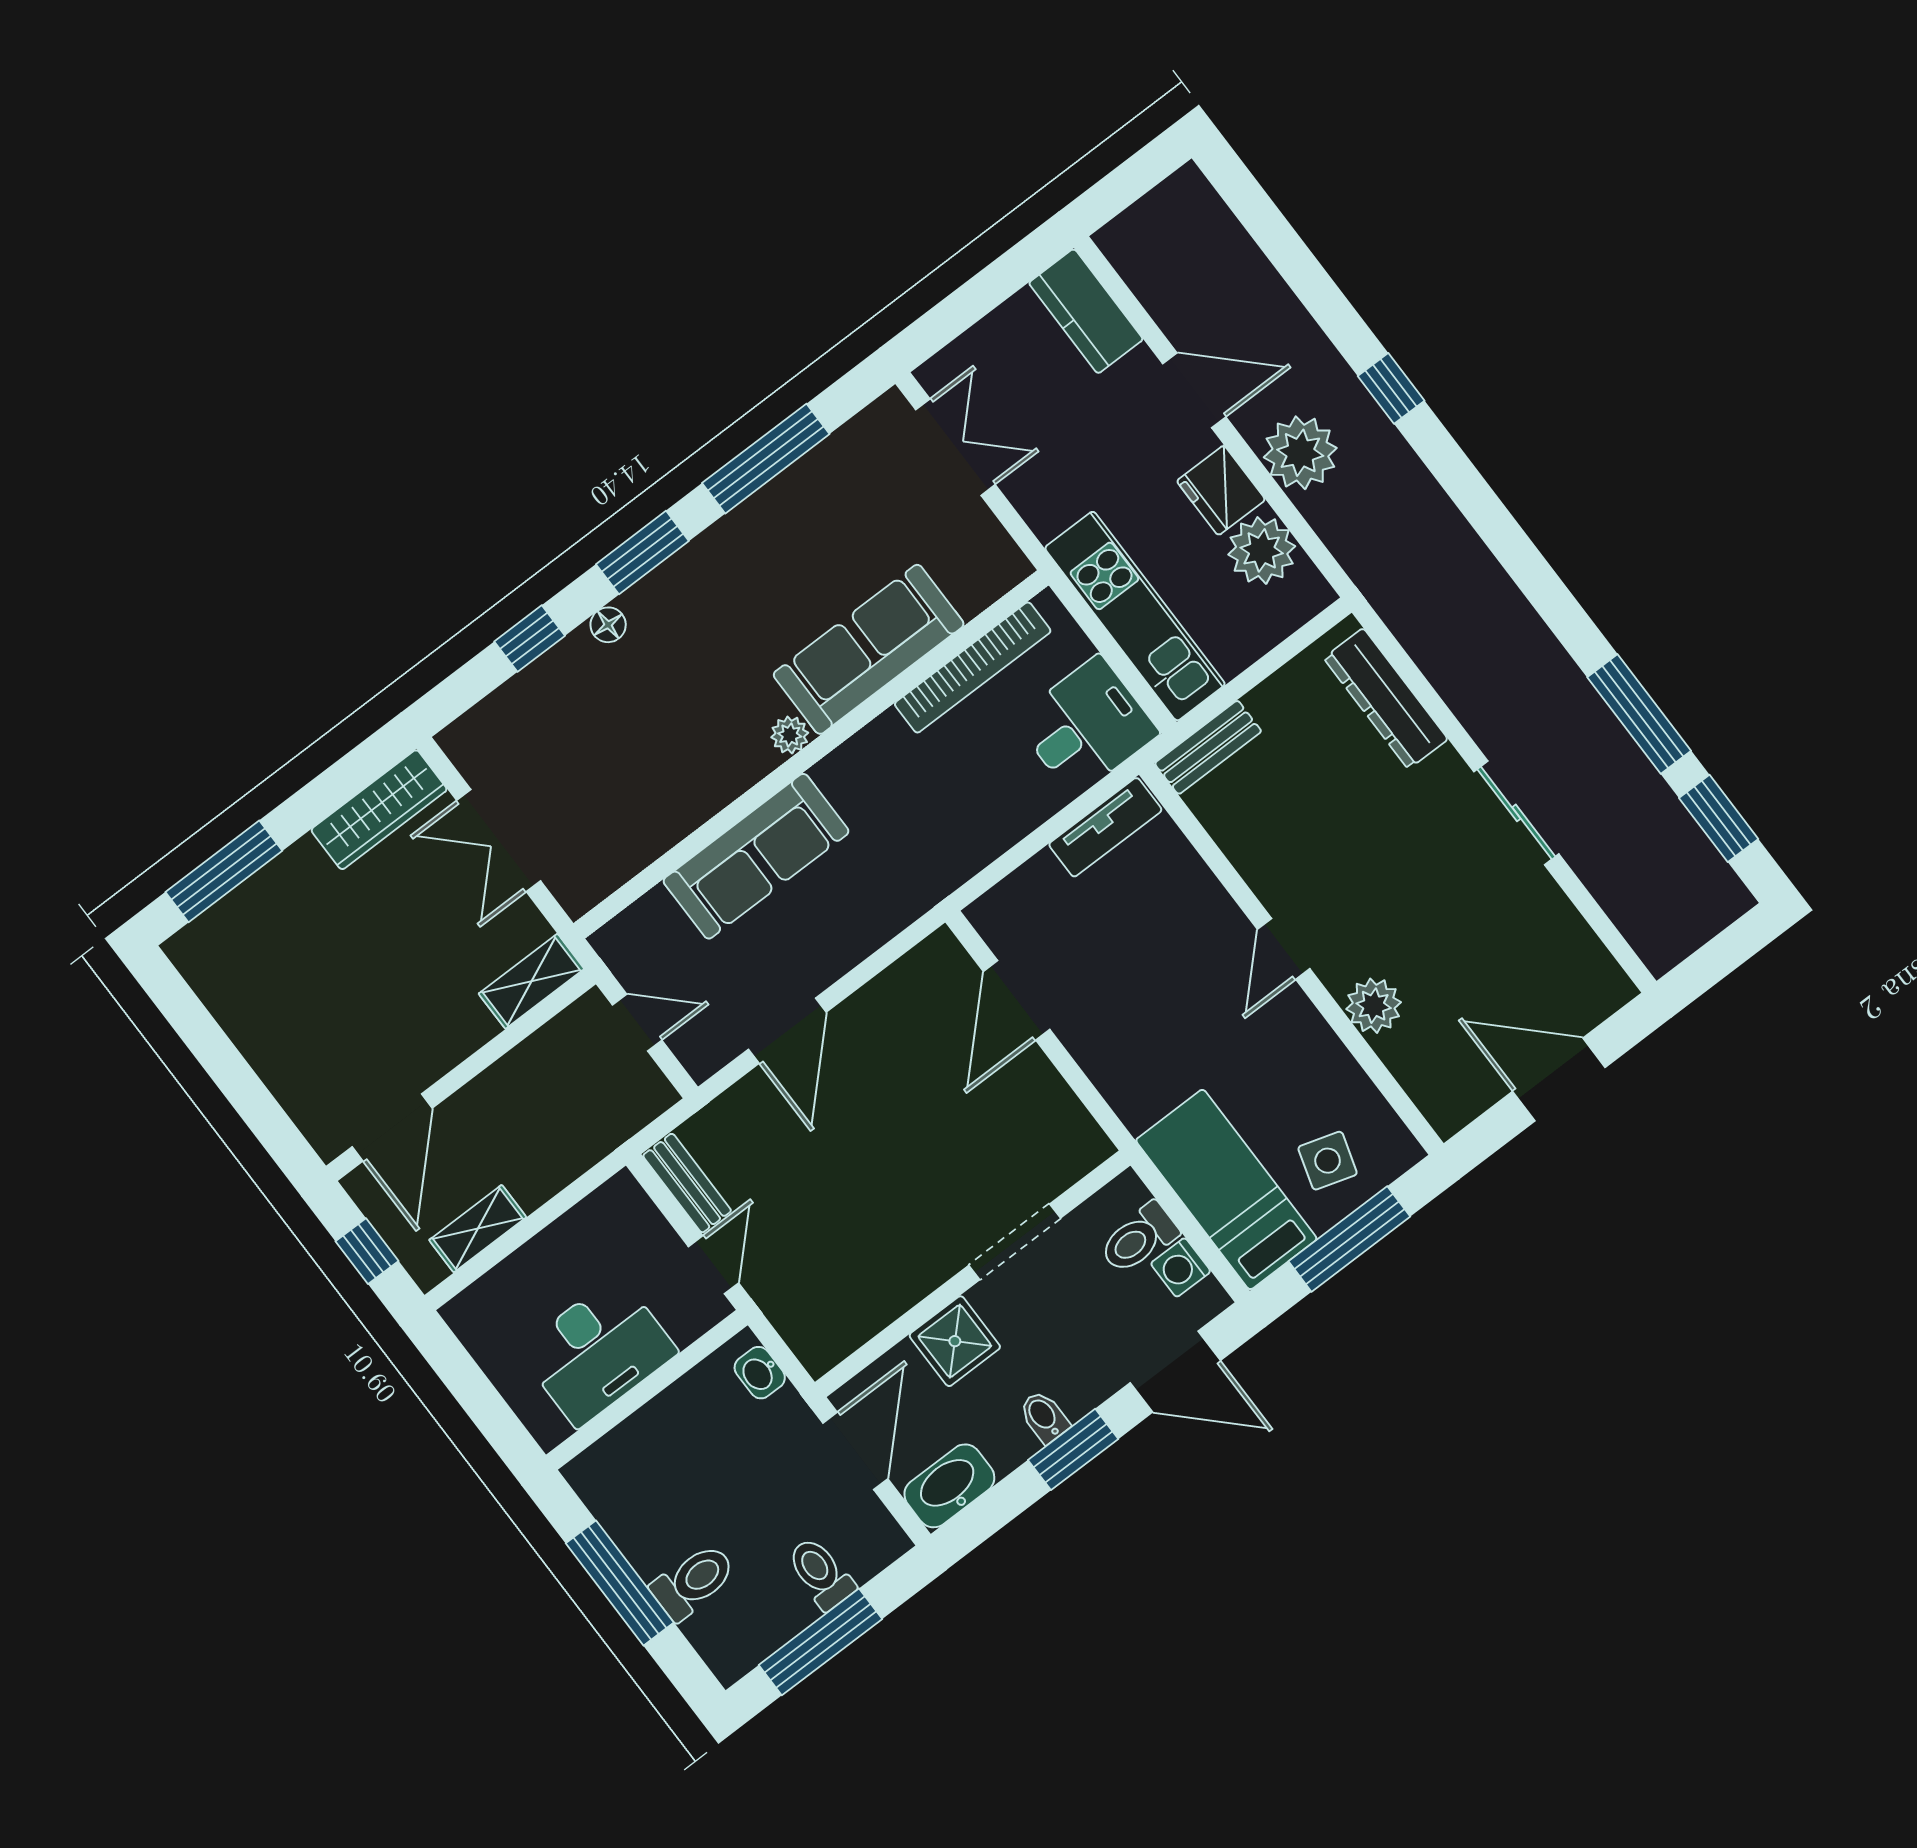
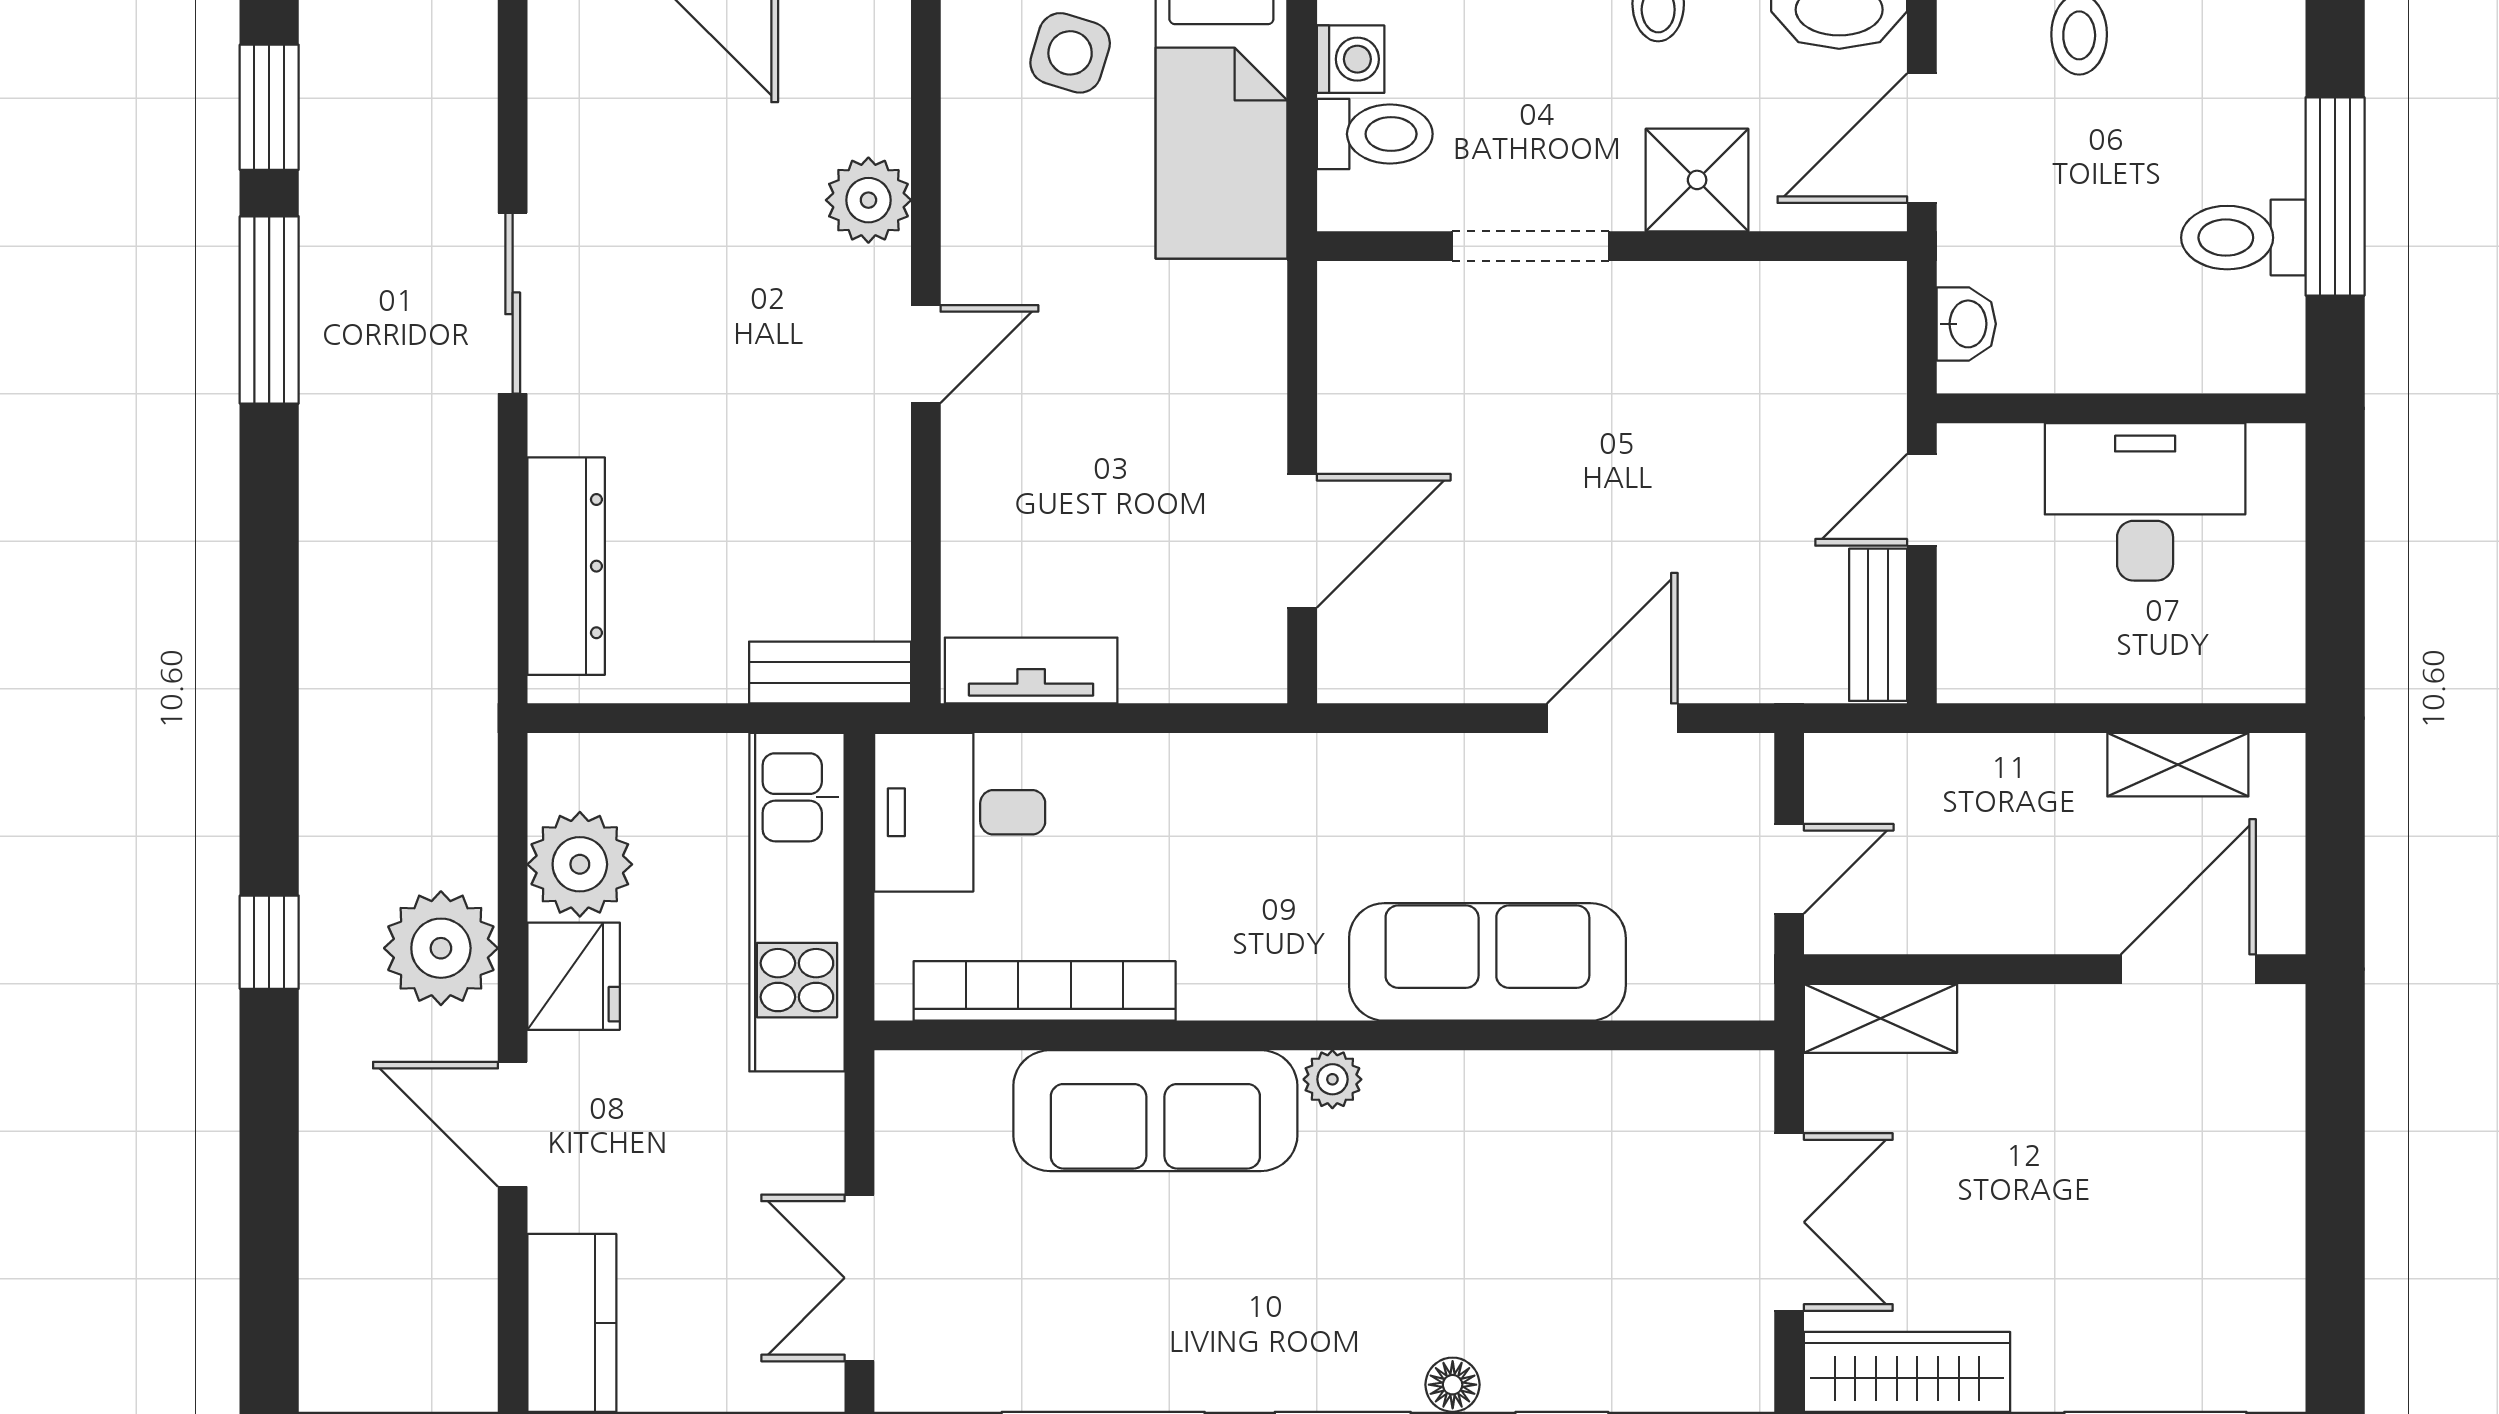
door: (637, 1023) -> (1789, 869), swing flipped
window: (367, 1251) -> (2335, 841), removed
toilet: (693, 1581) -> (2243, 238), moved

